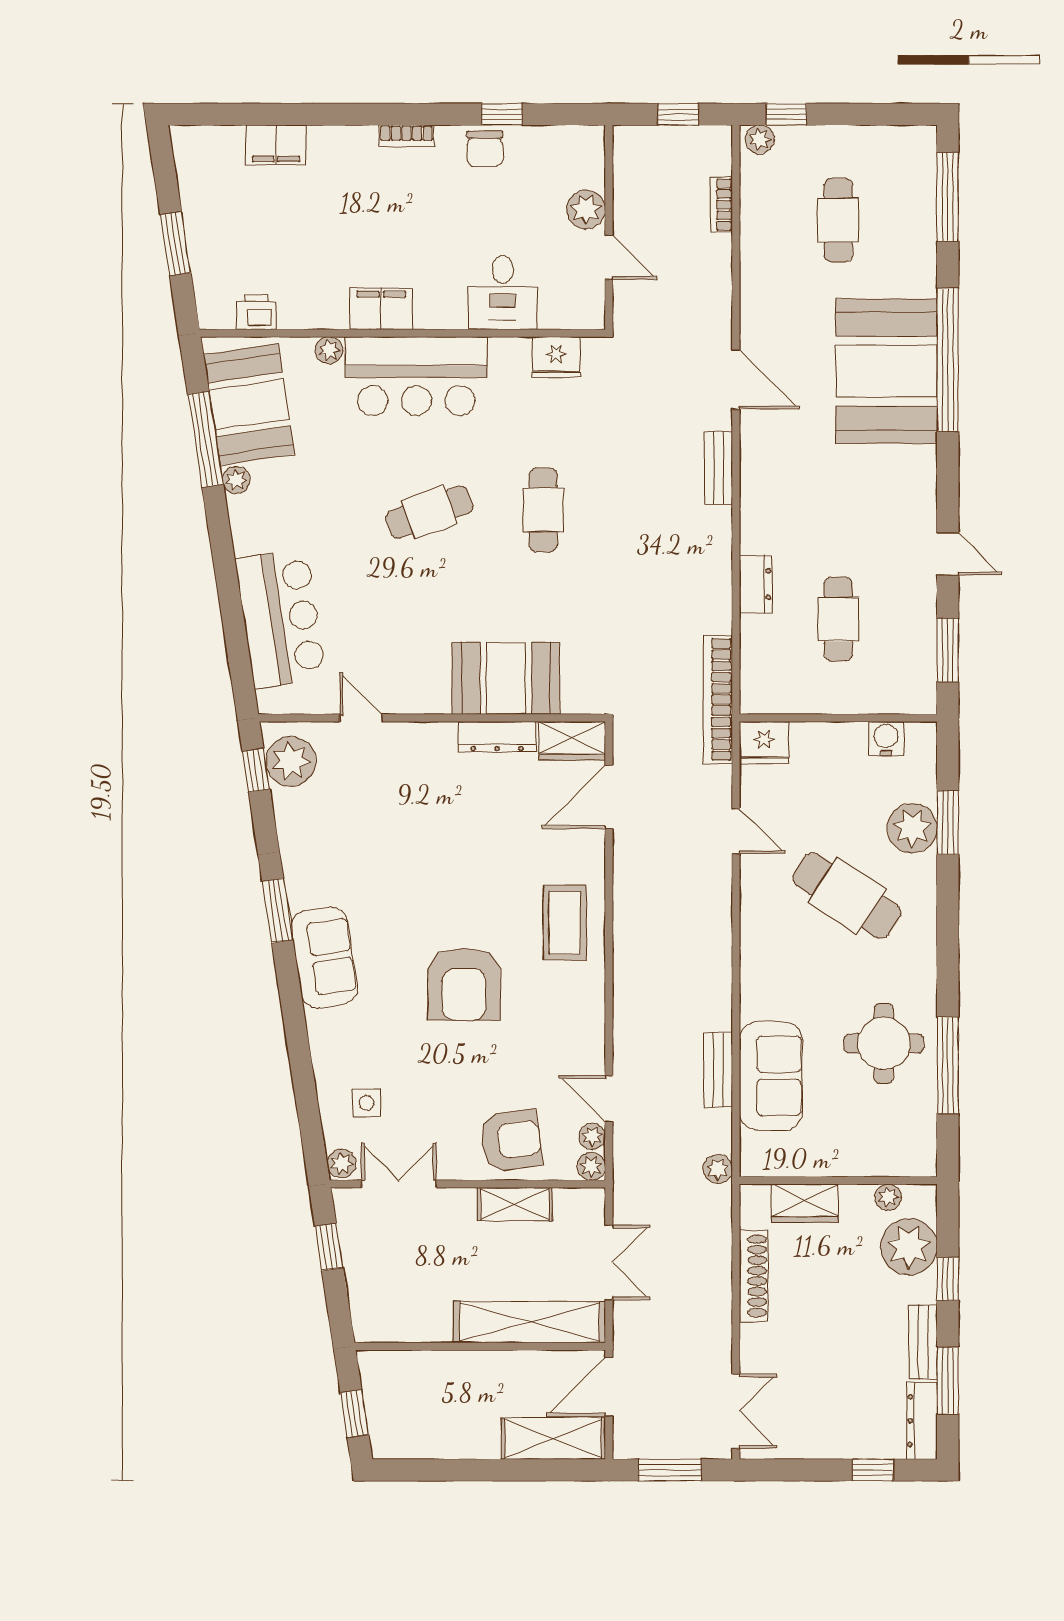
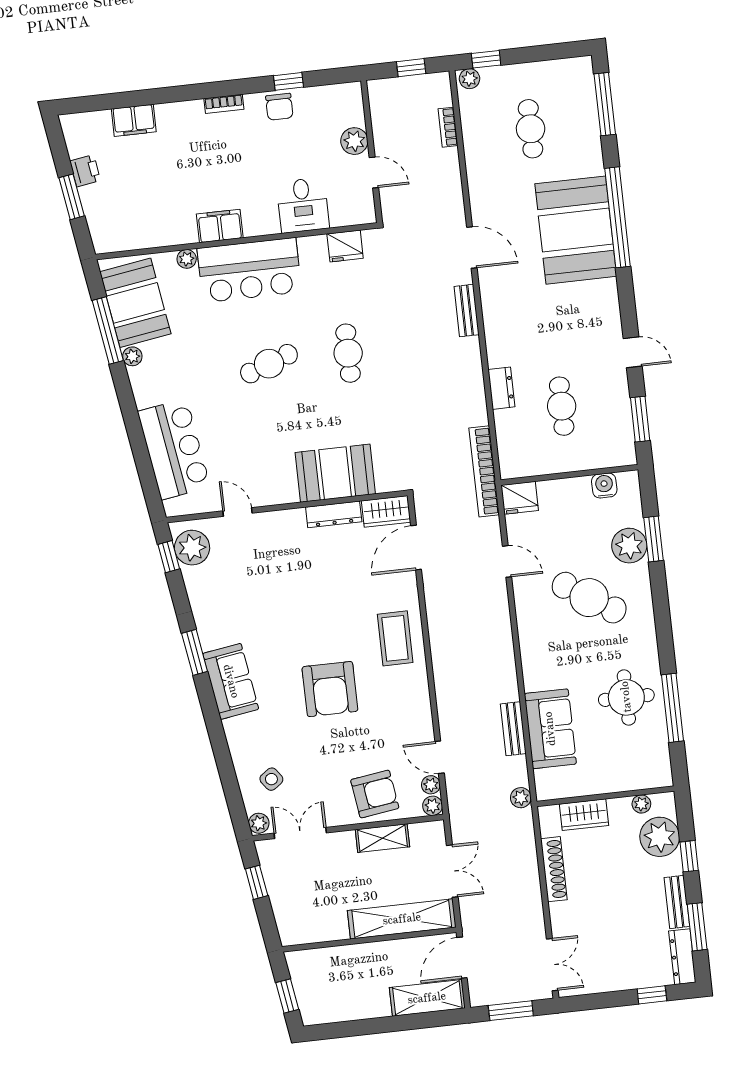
printer: (256, 312) -> (85, 171), moved, turned 81
side table: (367, 1103) -> (271, 779), turned -36

